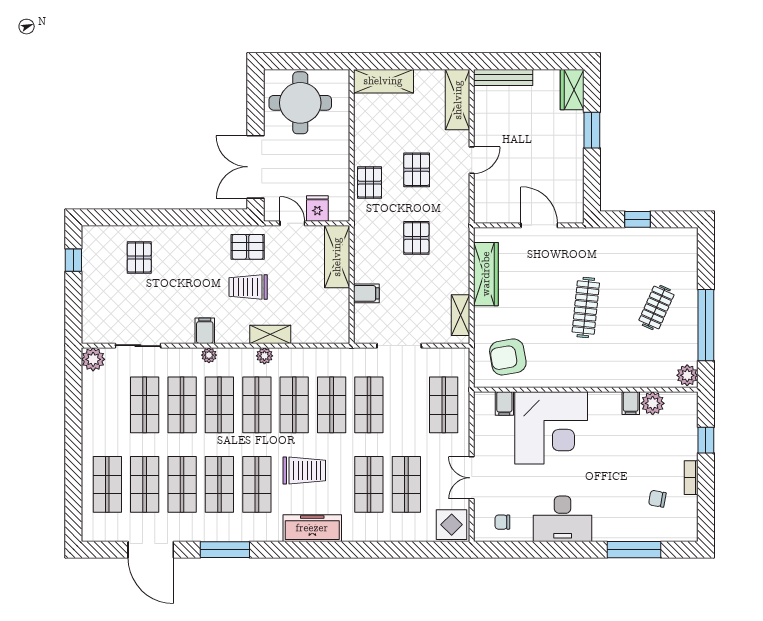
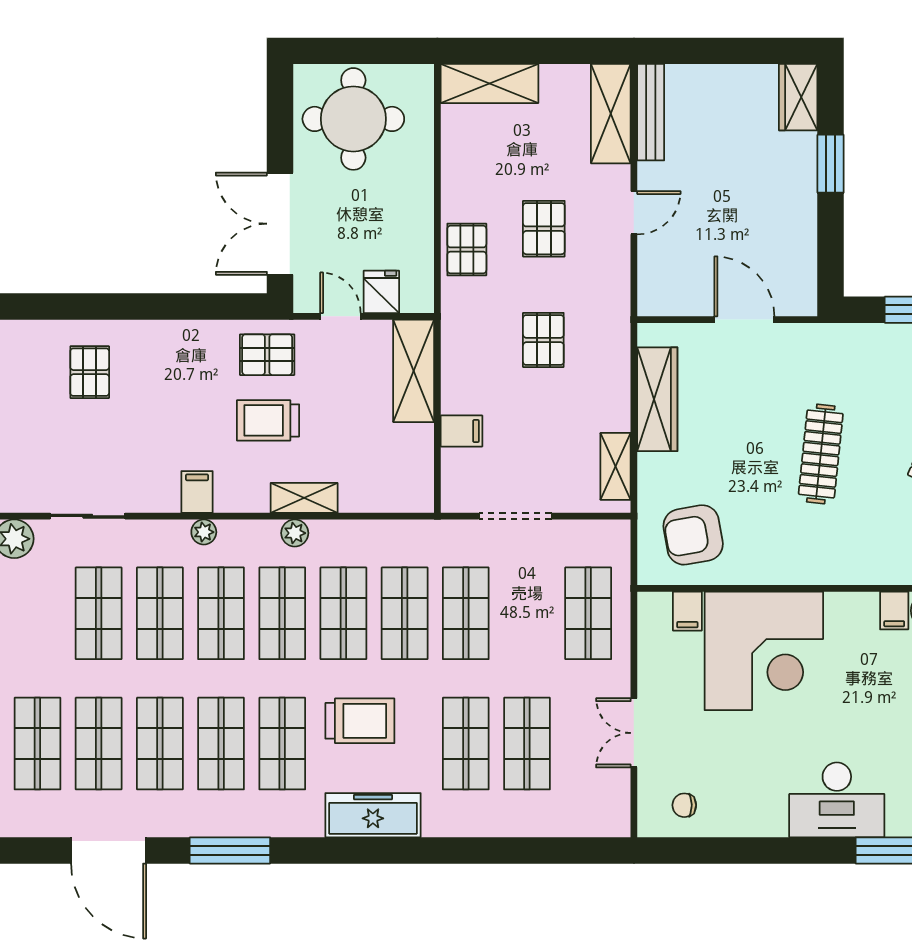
bench: (503, 77) -> (651, 112), moved, turned 90
desk: (563, 519) -> (837, 800), moved
display table: (452, 525) -> (601, 809), removed

